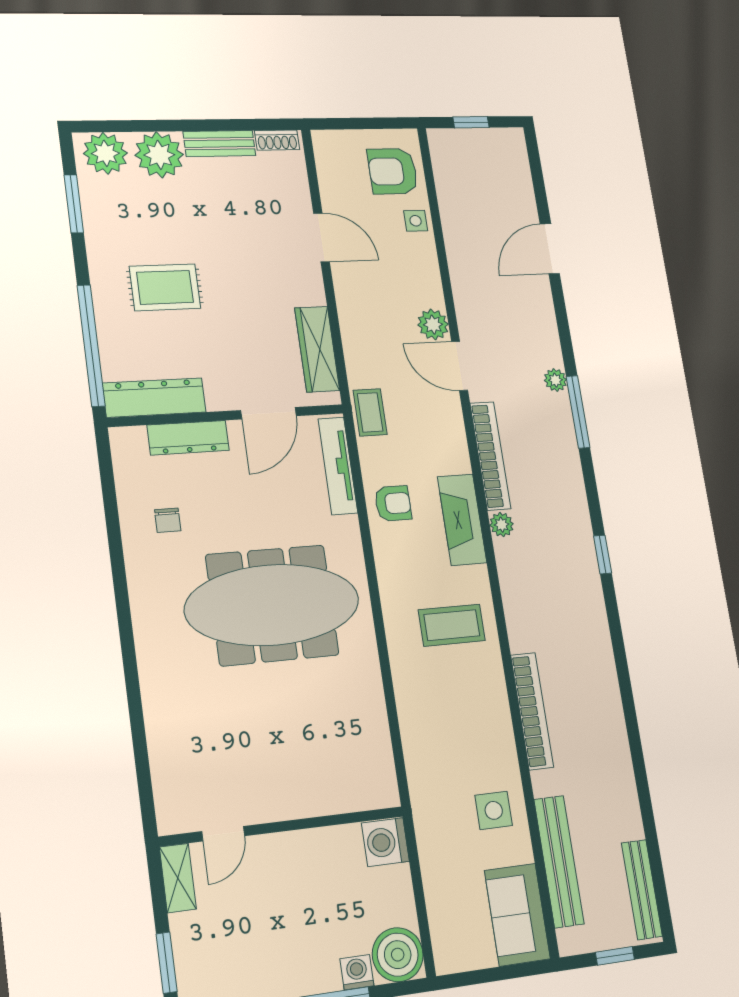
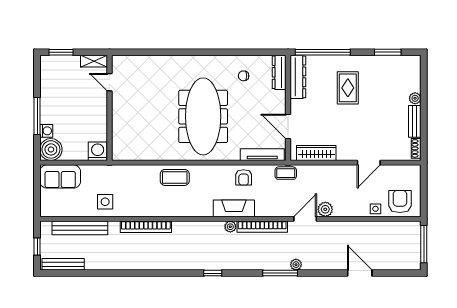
window: (471, 122) -> (424, 244), width x2.17
plant: (105, 153) -> (411, 69), removed
plant: (159, 155) -> (415, 98), width x0.53, depth x0.53
dresser: (188, 438) -> (279, 72), moved
coffee table: (452, 625) -> (175, 177), moved, turned 90
sofa: (517, 915) -> (60, 176), moved, turned 180

